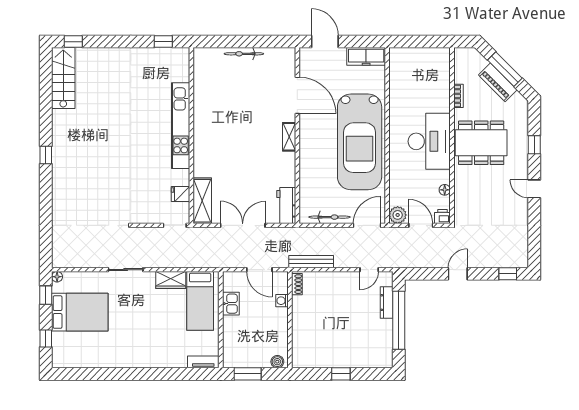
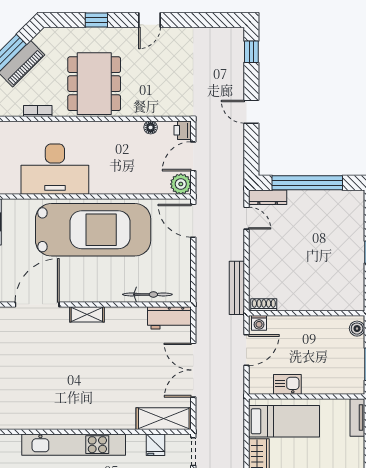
desk: (429, 141) -> (55, 169), moved, turned 180
bicycle: (330, 217) -> (147, 294), moved, turned 90
washing machine: (282, 301) -> (259, 323), moved
dresser: (387, 303) -> (268, 197), moved

